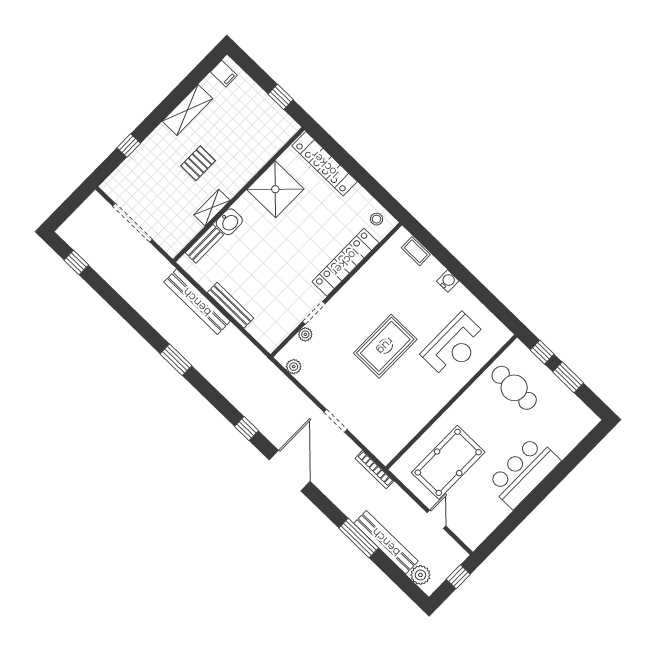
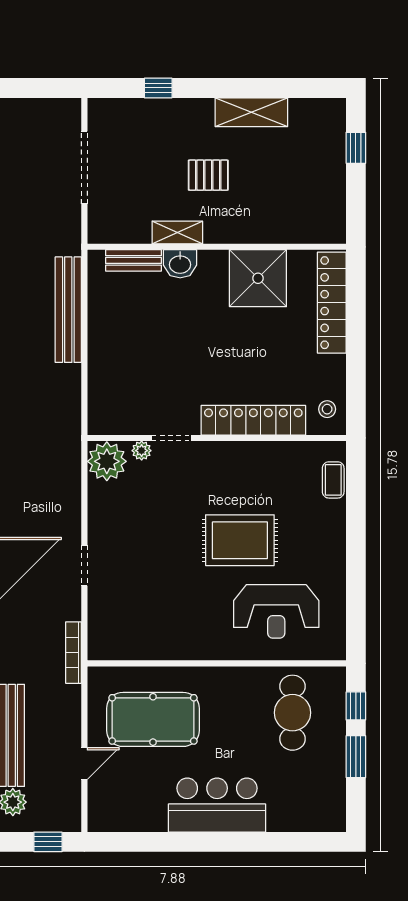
filing cabinet: (224, 74) -> (324, 113), removed
window: (281, 97) -> (356, 148), moved
water cooler: (448, 281) -> (335, 541), removed
bench: (230, 305) -> (97, 347), removed
rug: (385, 346) -> (240, 540), moved
plant: (294, 367) -> (107, 461), width x1.87, depth x1.87

